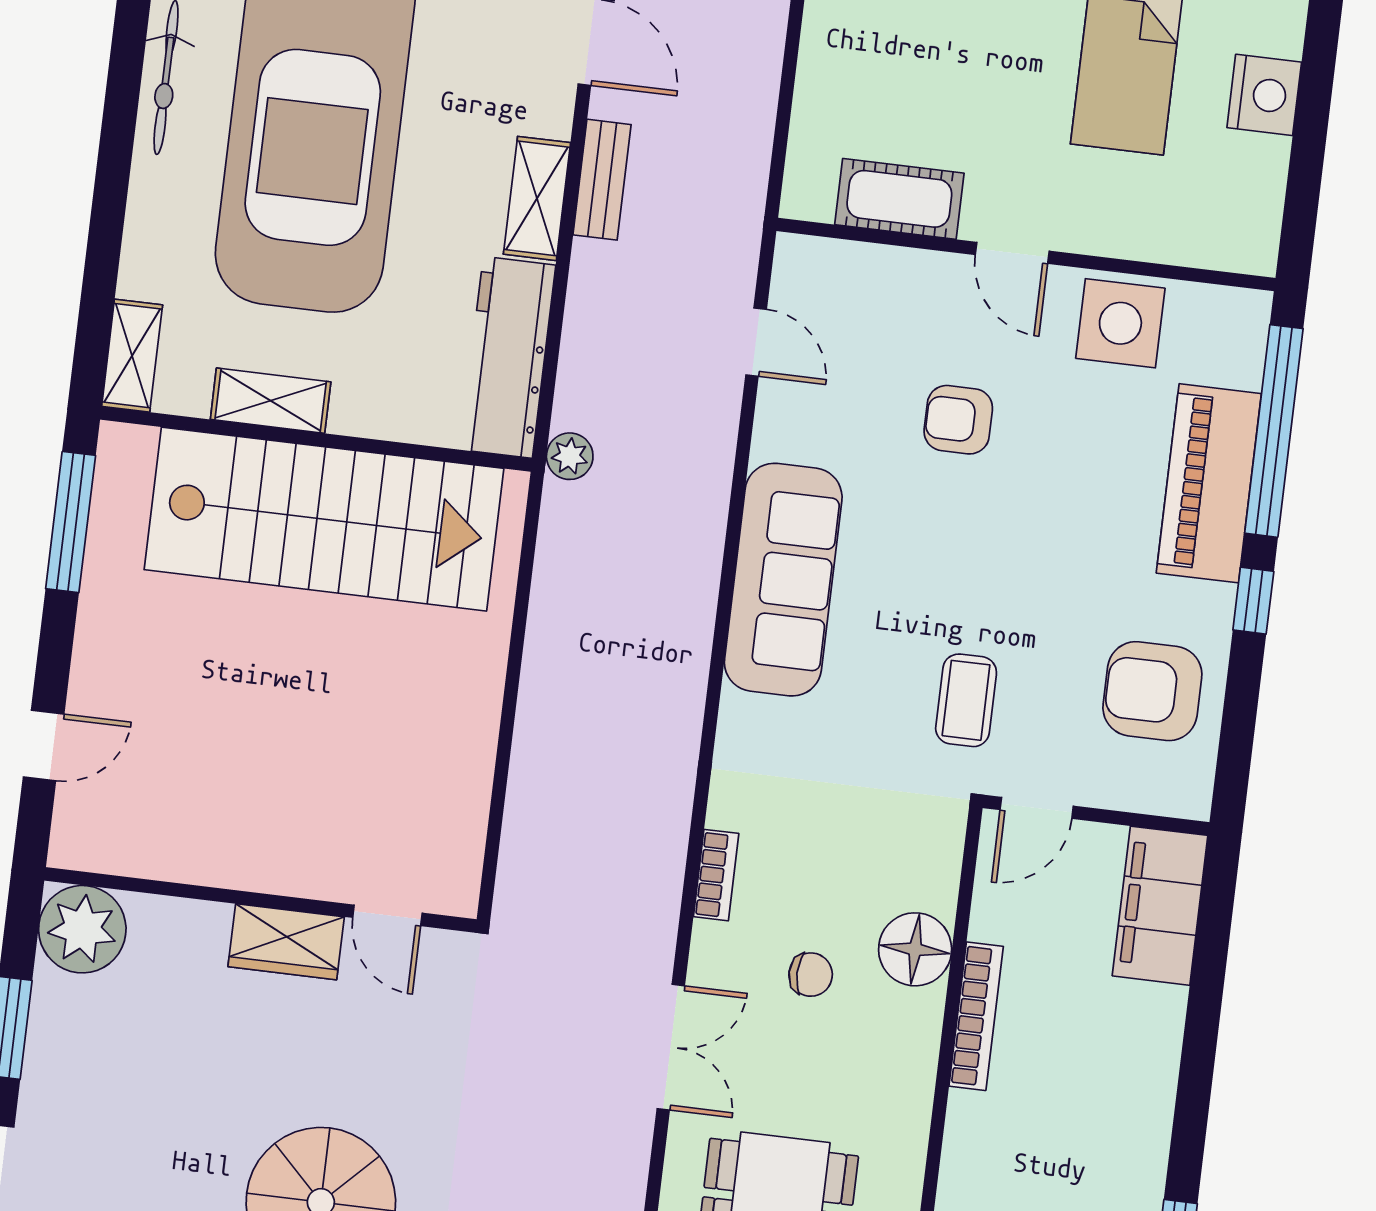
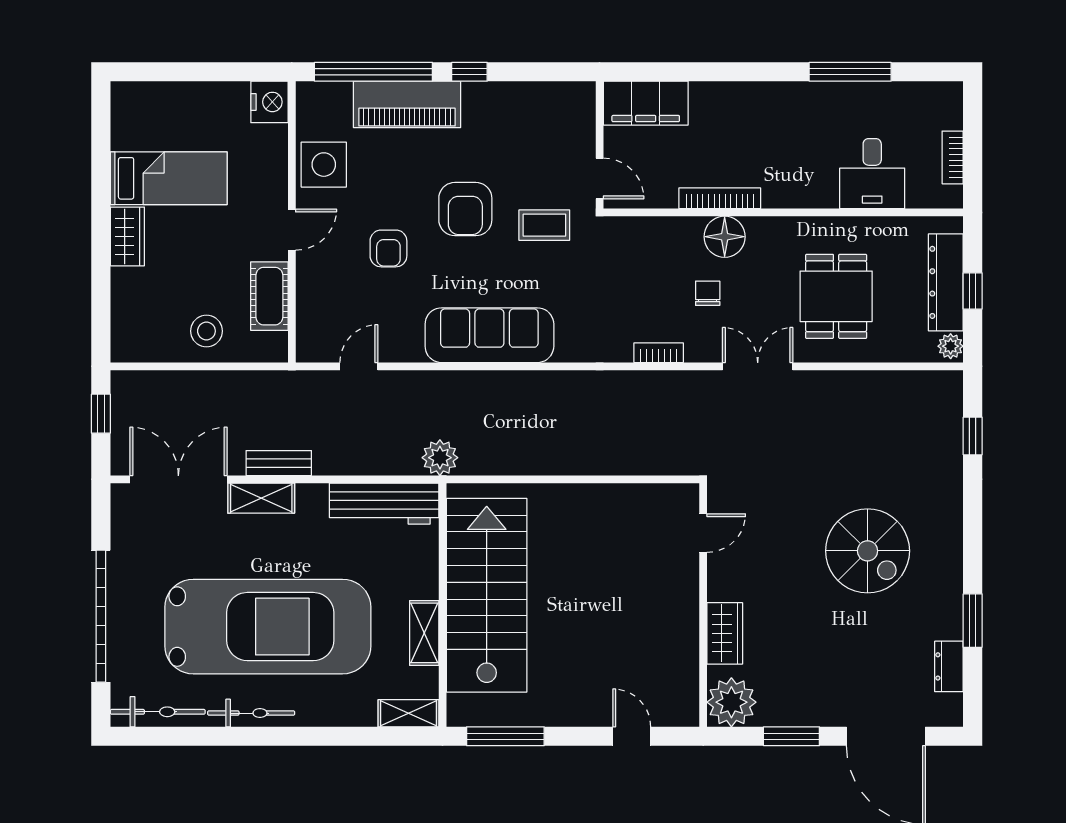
stool: (851, 80) -> (206, 331), added
nightstand: (1264, 95) -> (269, 102), moved, turned 90
shelving: (537, 198) -> (261, 498), moved
plant: (570, 456) -> (440, 458), width x1.38, depth x1.38
armchair: (1152, 691) -> (465, 209), moved
wardrobe: (286, 942) -> (725, 633), moved
floor lamp: (915, 949) -> (725, 237), moved

